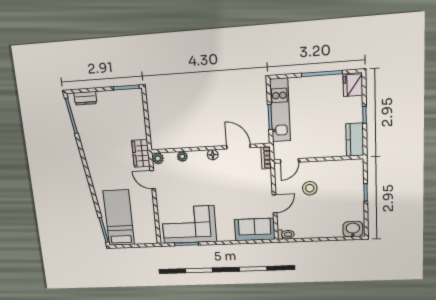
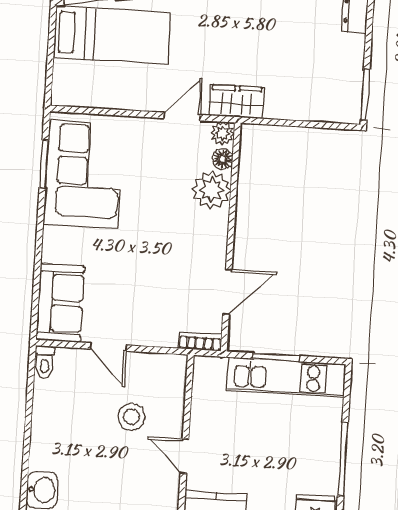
floor lamp: (213, 155) -> (223, 159), moved
plant: (182, 156) -> (212, 190), width x1.88, depth x1.88
door: (289, 161) -> (185, 456), moved

